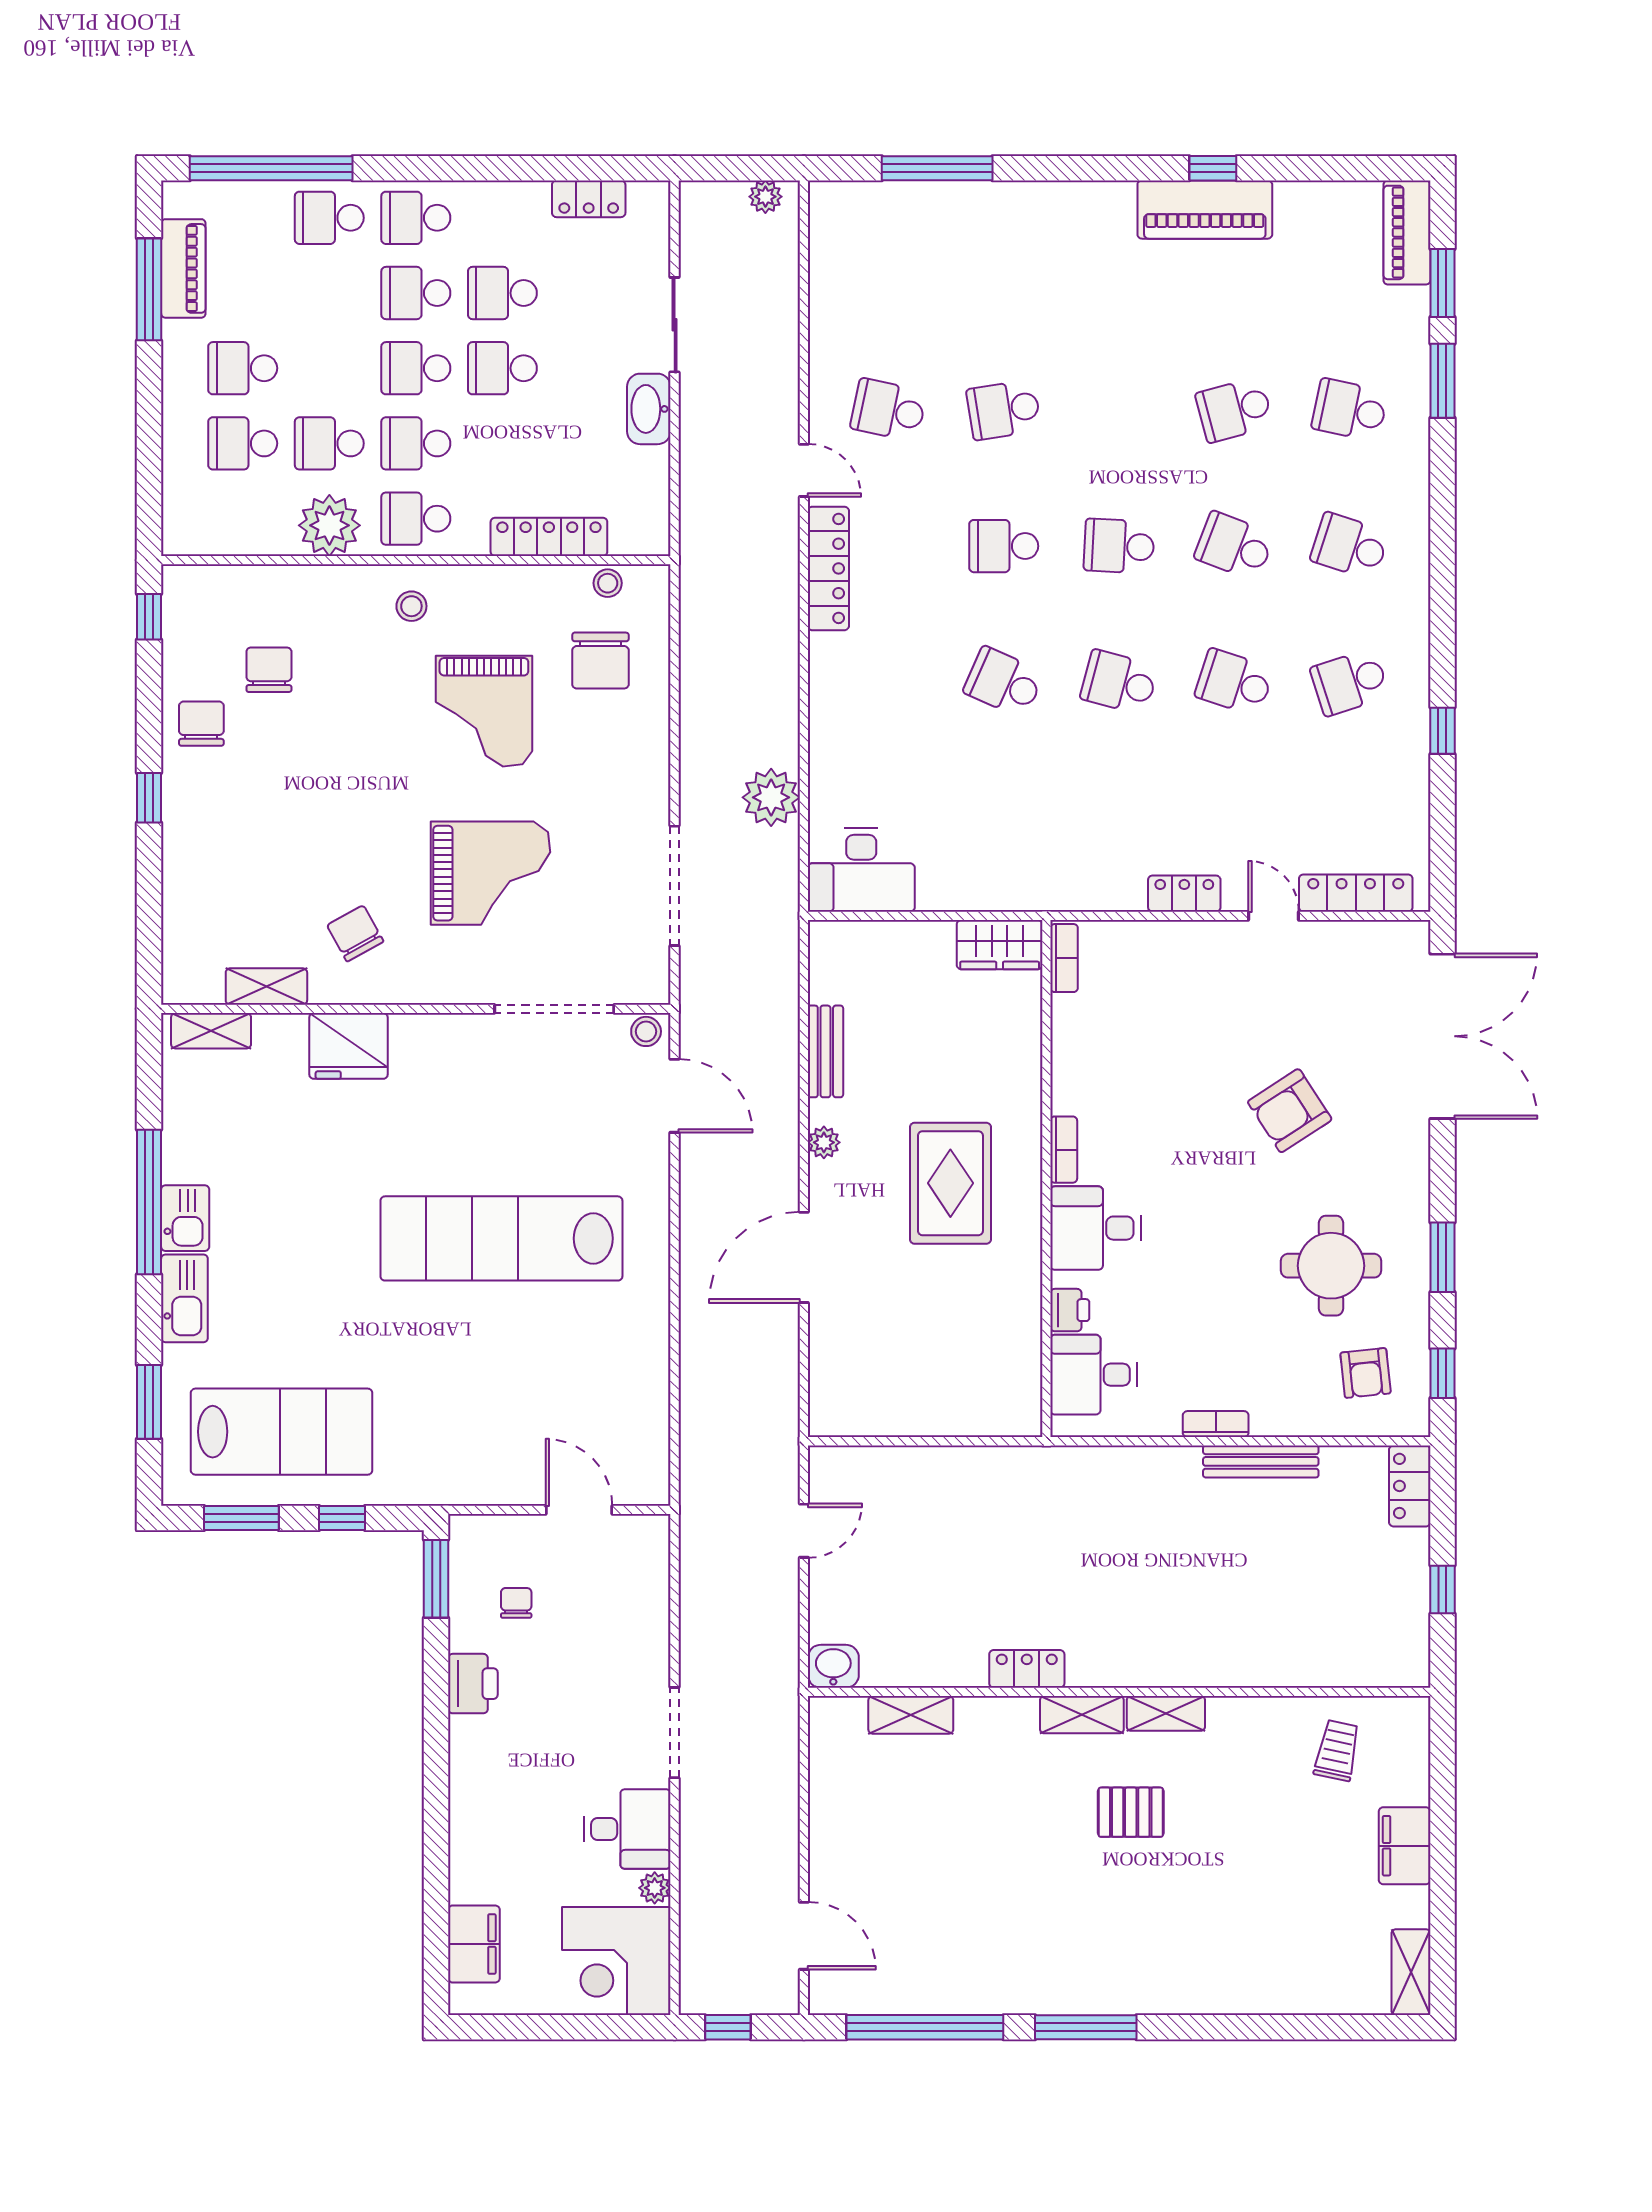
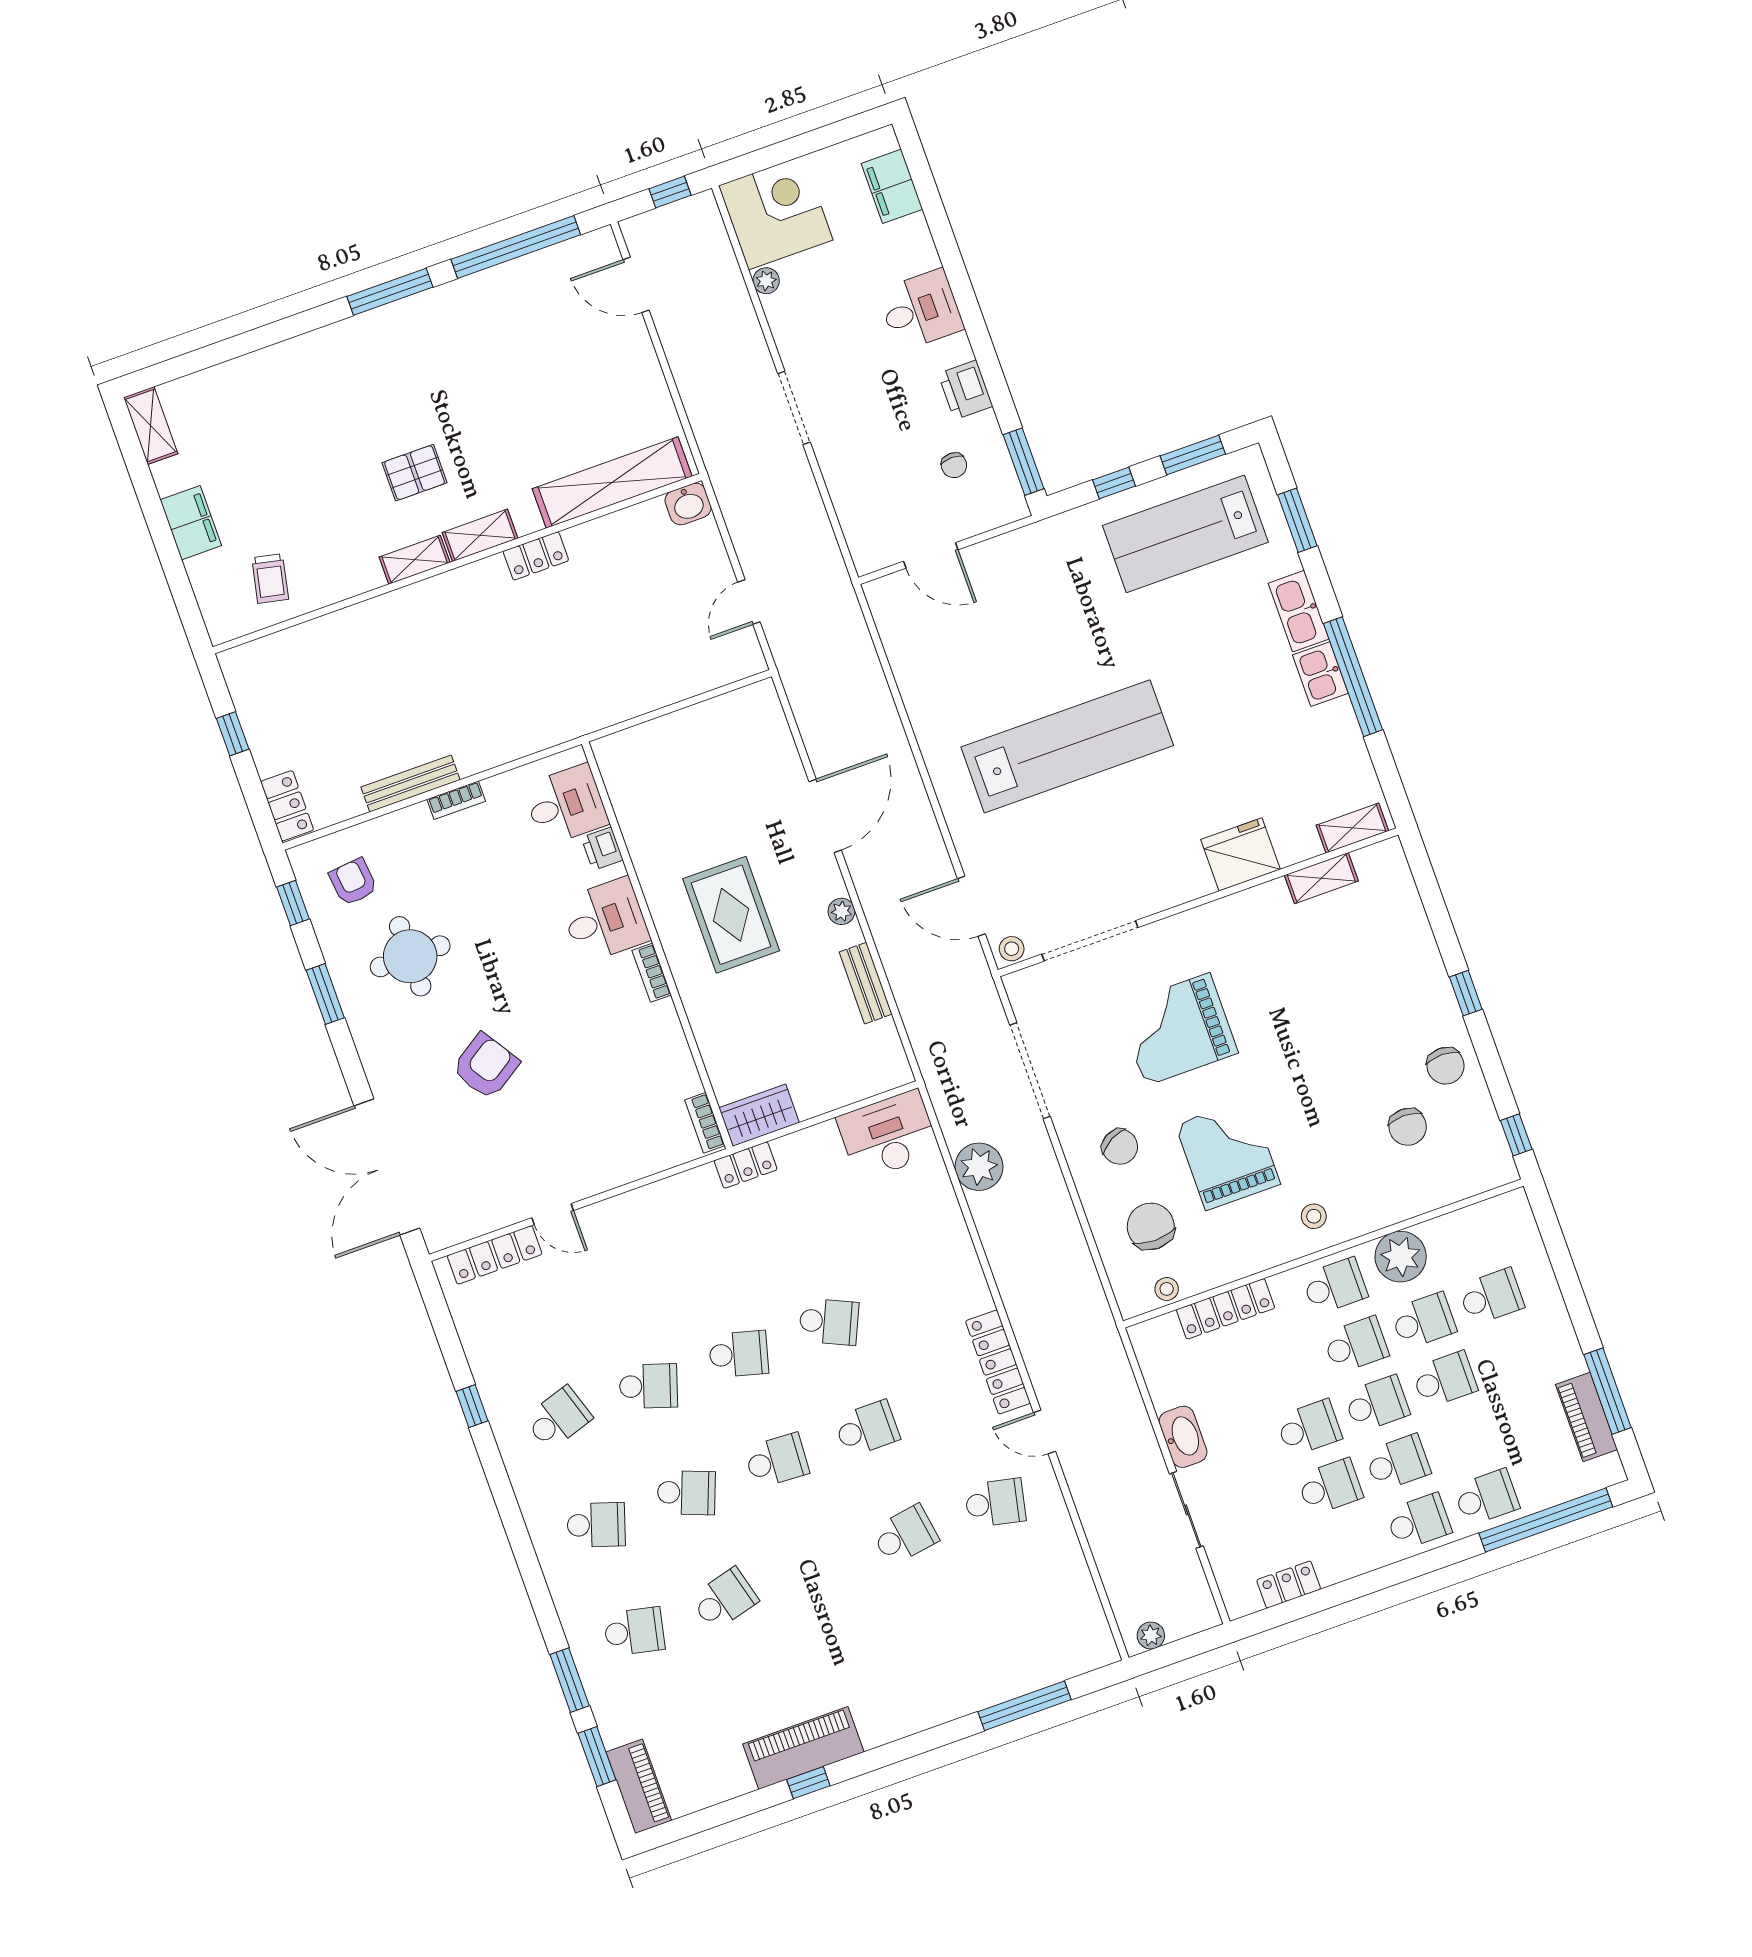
school desk: (243, 368) -> (1444, 1380), moved
locker: (1184, 894) -> (746, 1165), moved
chair: (355, 933) -> (1120, 1147), moved
shelving: (911, 1715) -> (612, 483), width x2.20, depth x1.33
desk: (627, 1829) -> (921, 310), moved, turned 180

